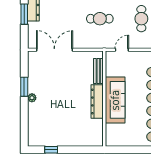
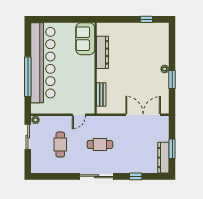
double door: (54, 50) -> (143, 115), swing flipped
sofa: (115, 100) -> (85, 39), moved, width x0.73
dresser: (97, 101) -> (103, 52), moved

